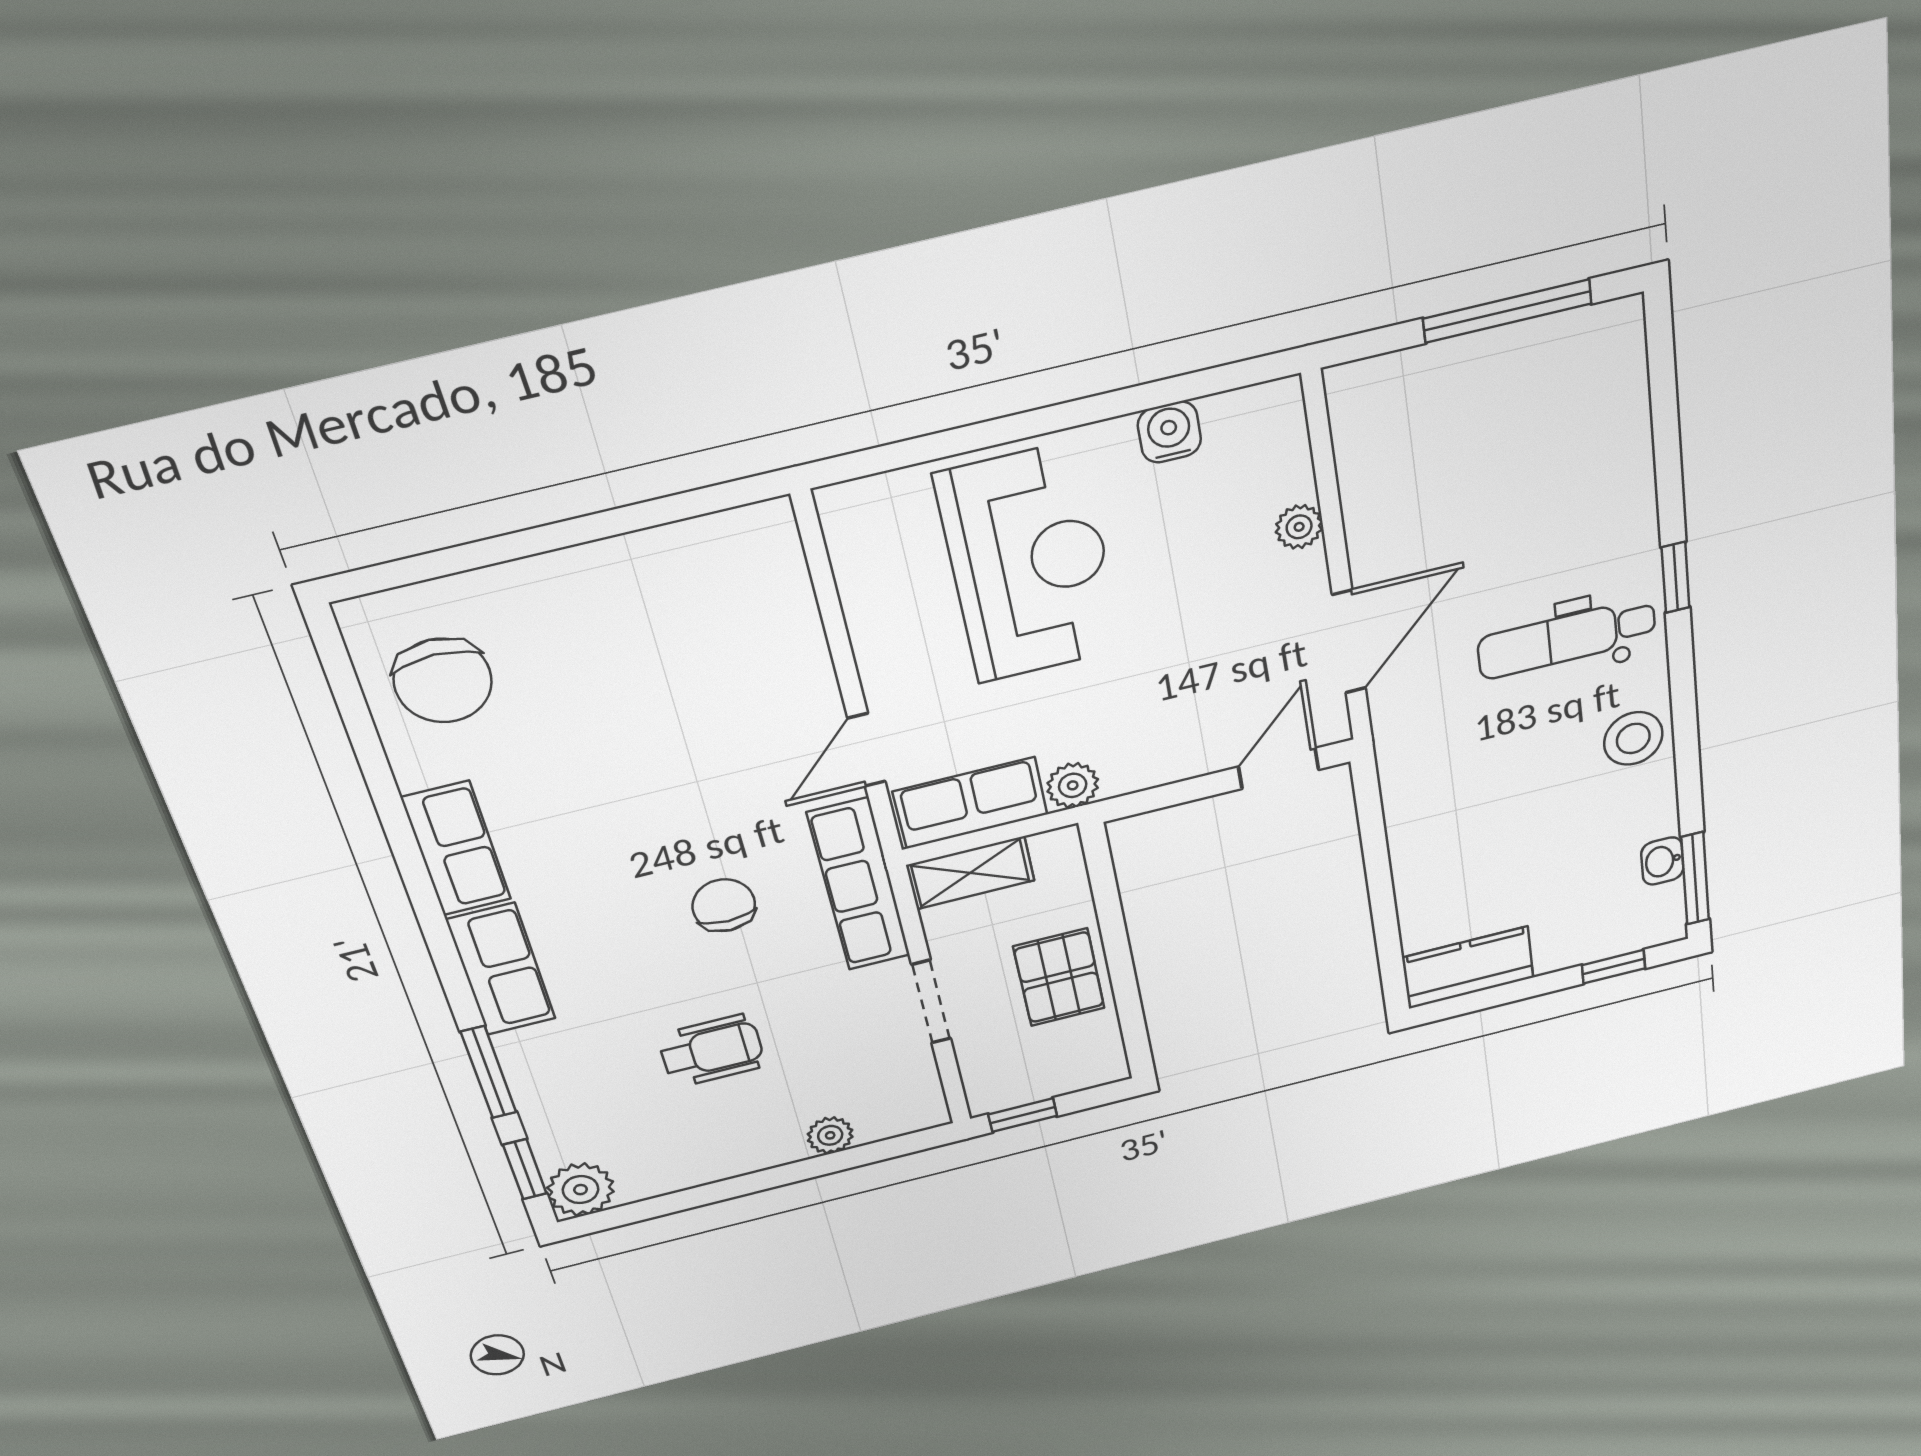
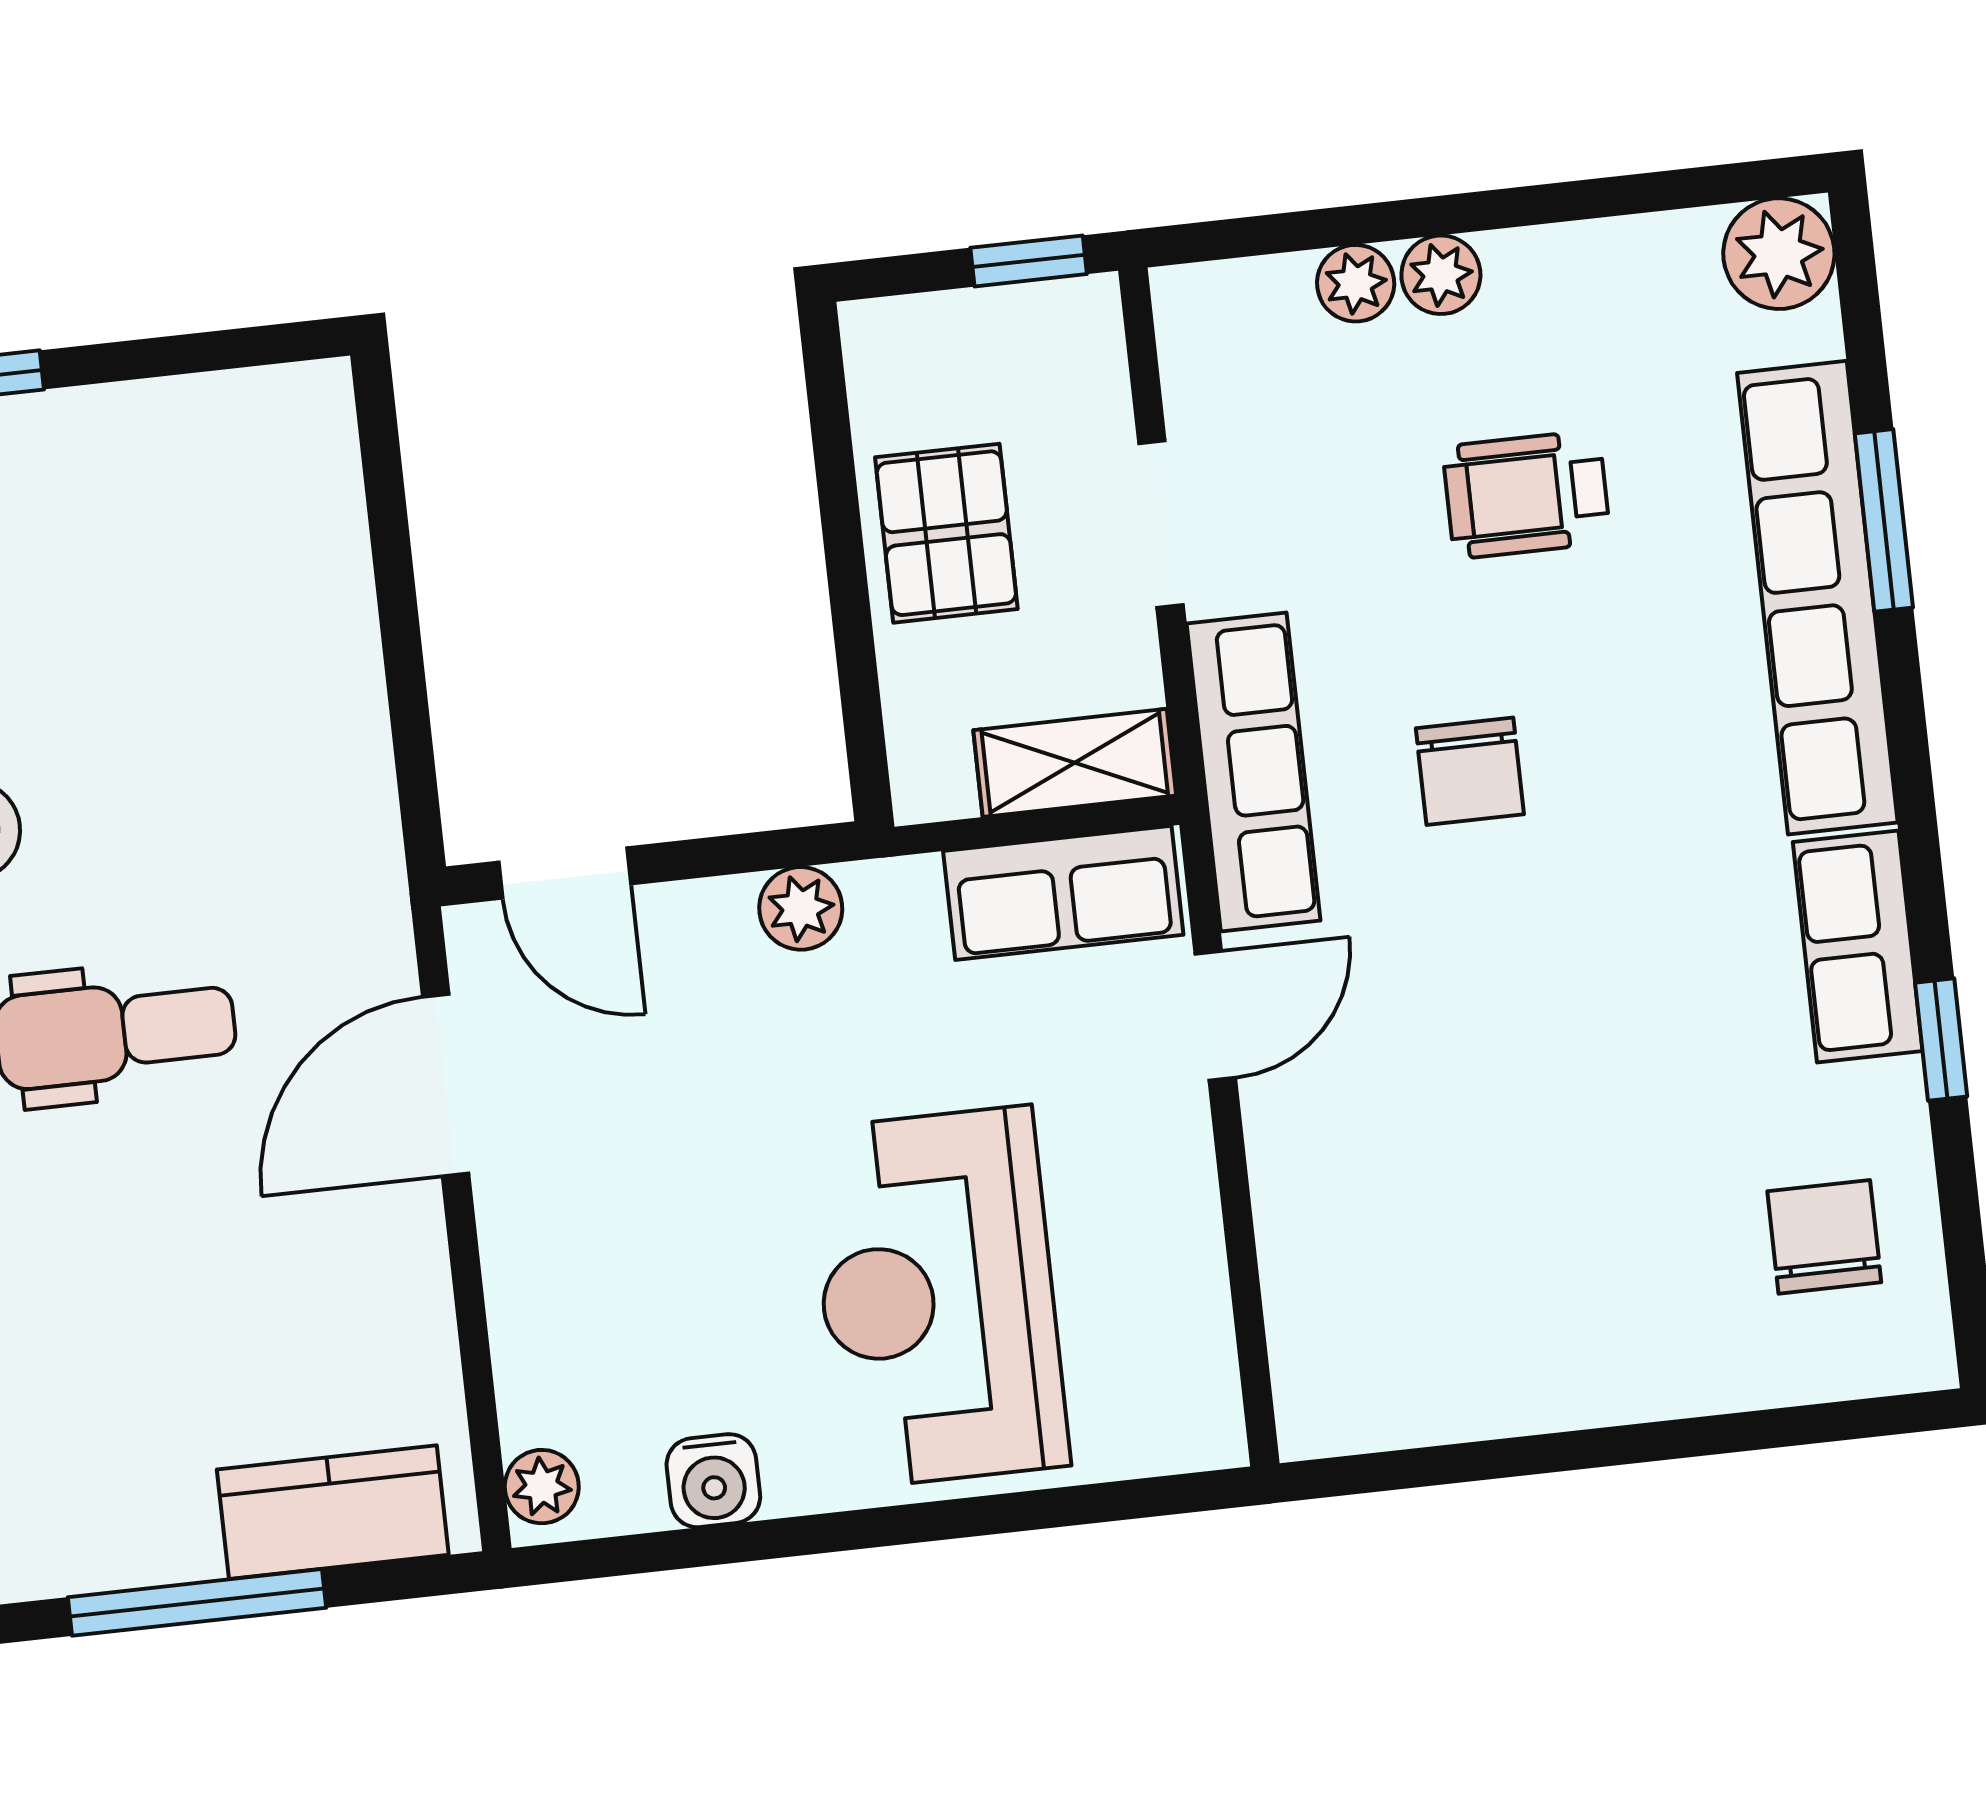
plant: (1299, 527) -> (542, 1487), moved
chair: (443, 681) -> (1824, 1237), width x0.73, depth x0.73
door: (1279, 768) -> (565, 873), hinge flipped
plant: (1073, 785) -> (801, 908), moved
kitchen counter: (1468, 968) -> (333, 1512), moved, turned 180
row of seats: (501, 969) -> (1817, 598), width x2.02
plant: (780, 1147) -> (1441, 275), added
window: (525, 1169) -> (1941, 1040), moved

